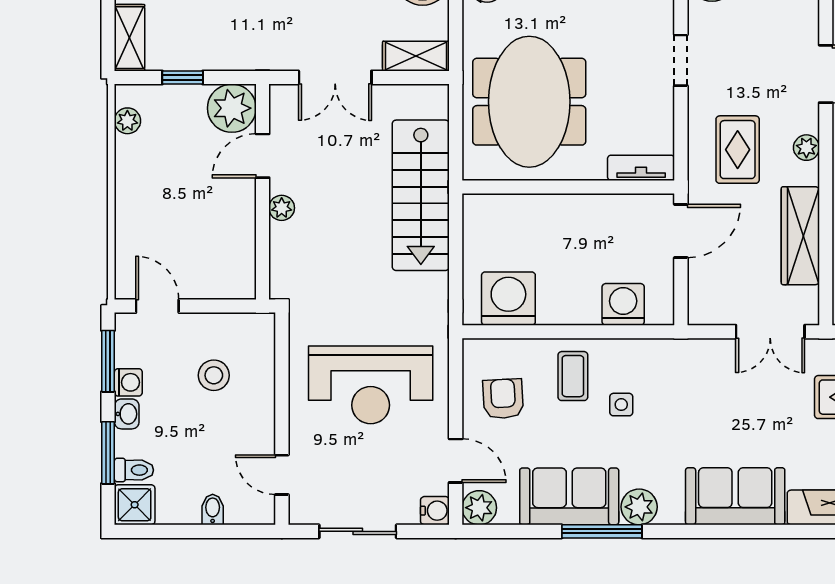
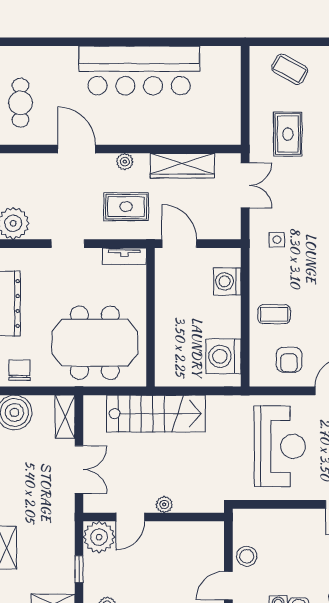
door: (263, 156) -> (130, 517), hinge flipped
tv unit: (641, 168) -> (124, 256), moved, turned -90
stool: (214, 375) -> (247, 556), moved
armchair: (503, 399) -> (289, 360), turned -87
side table: (621, 405) -> (277, 240), moved

